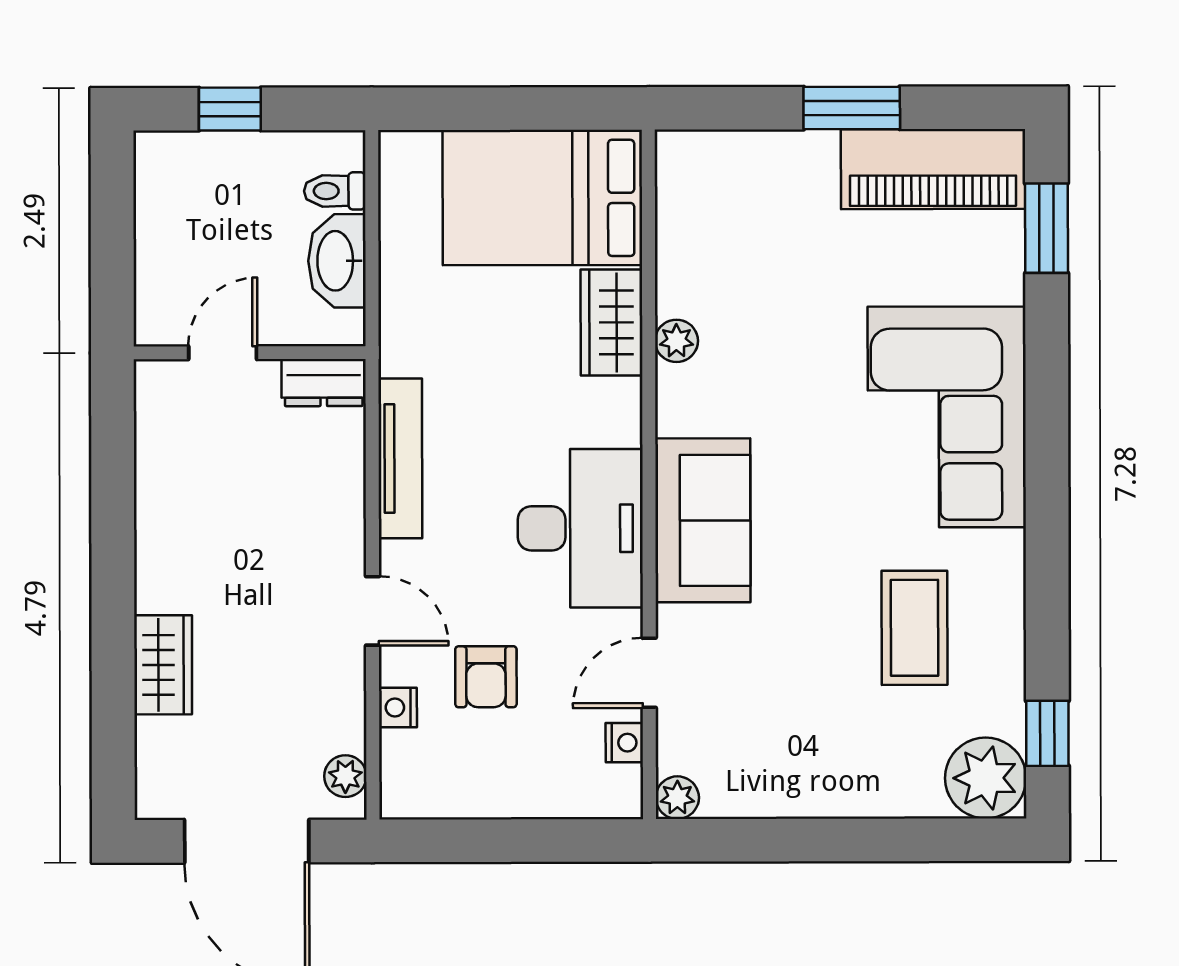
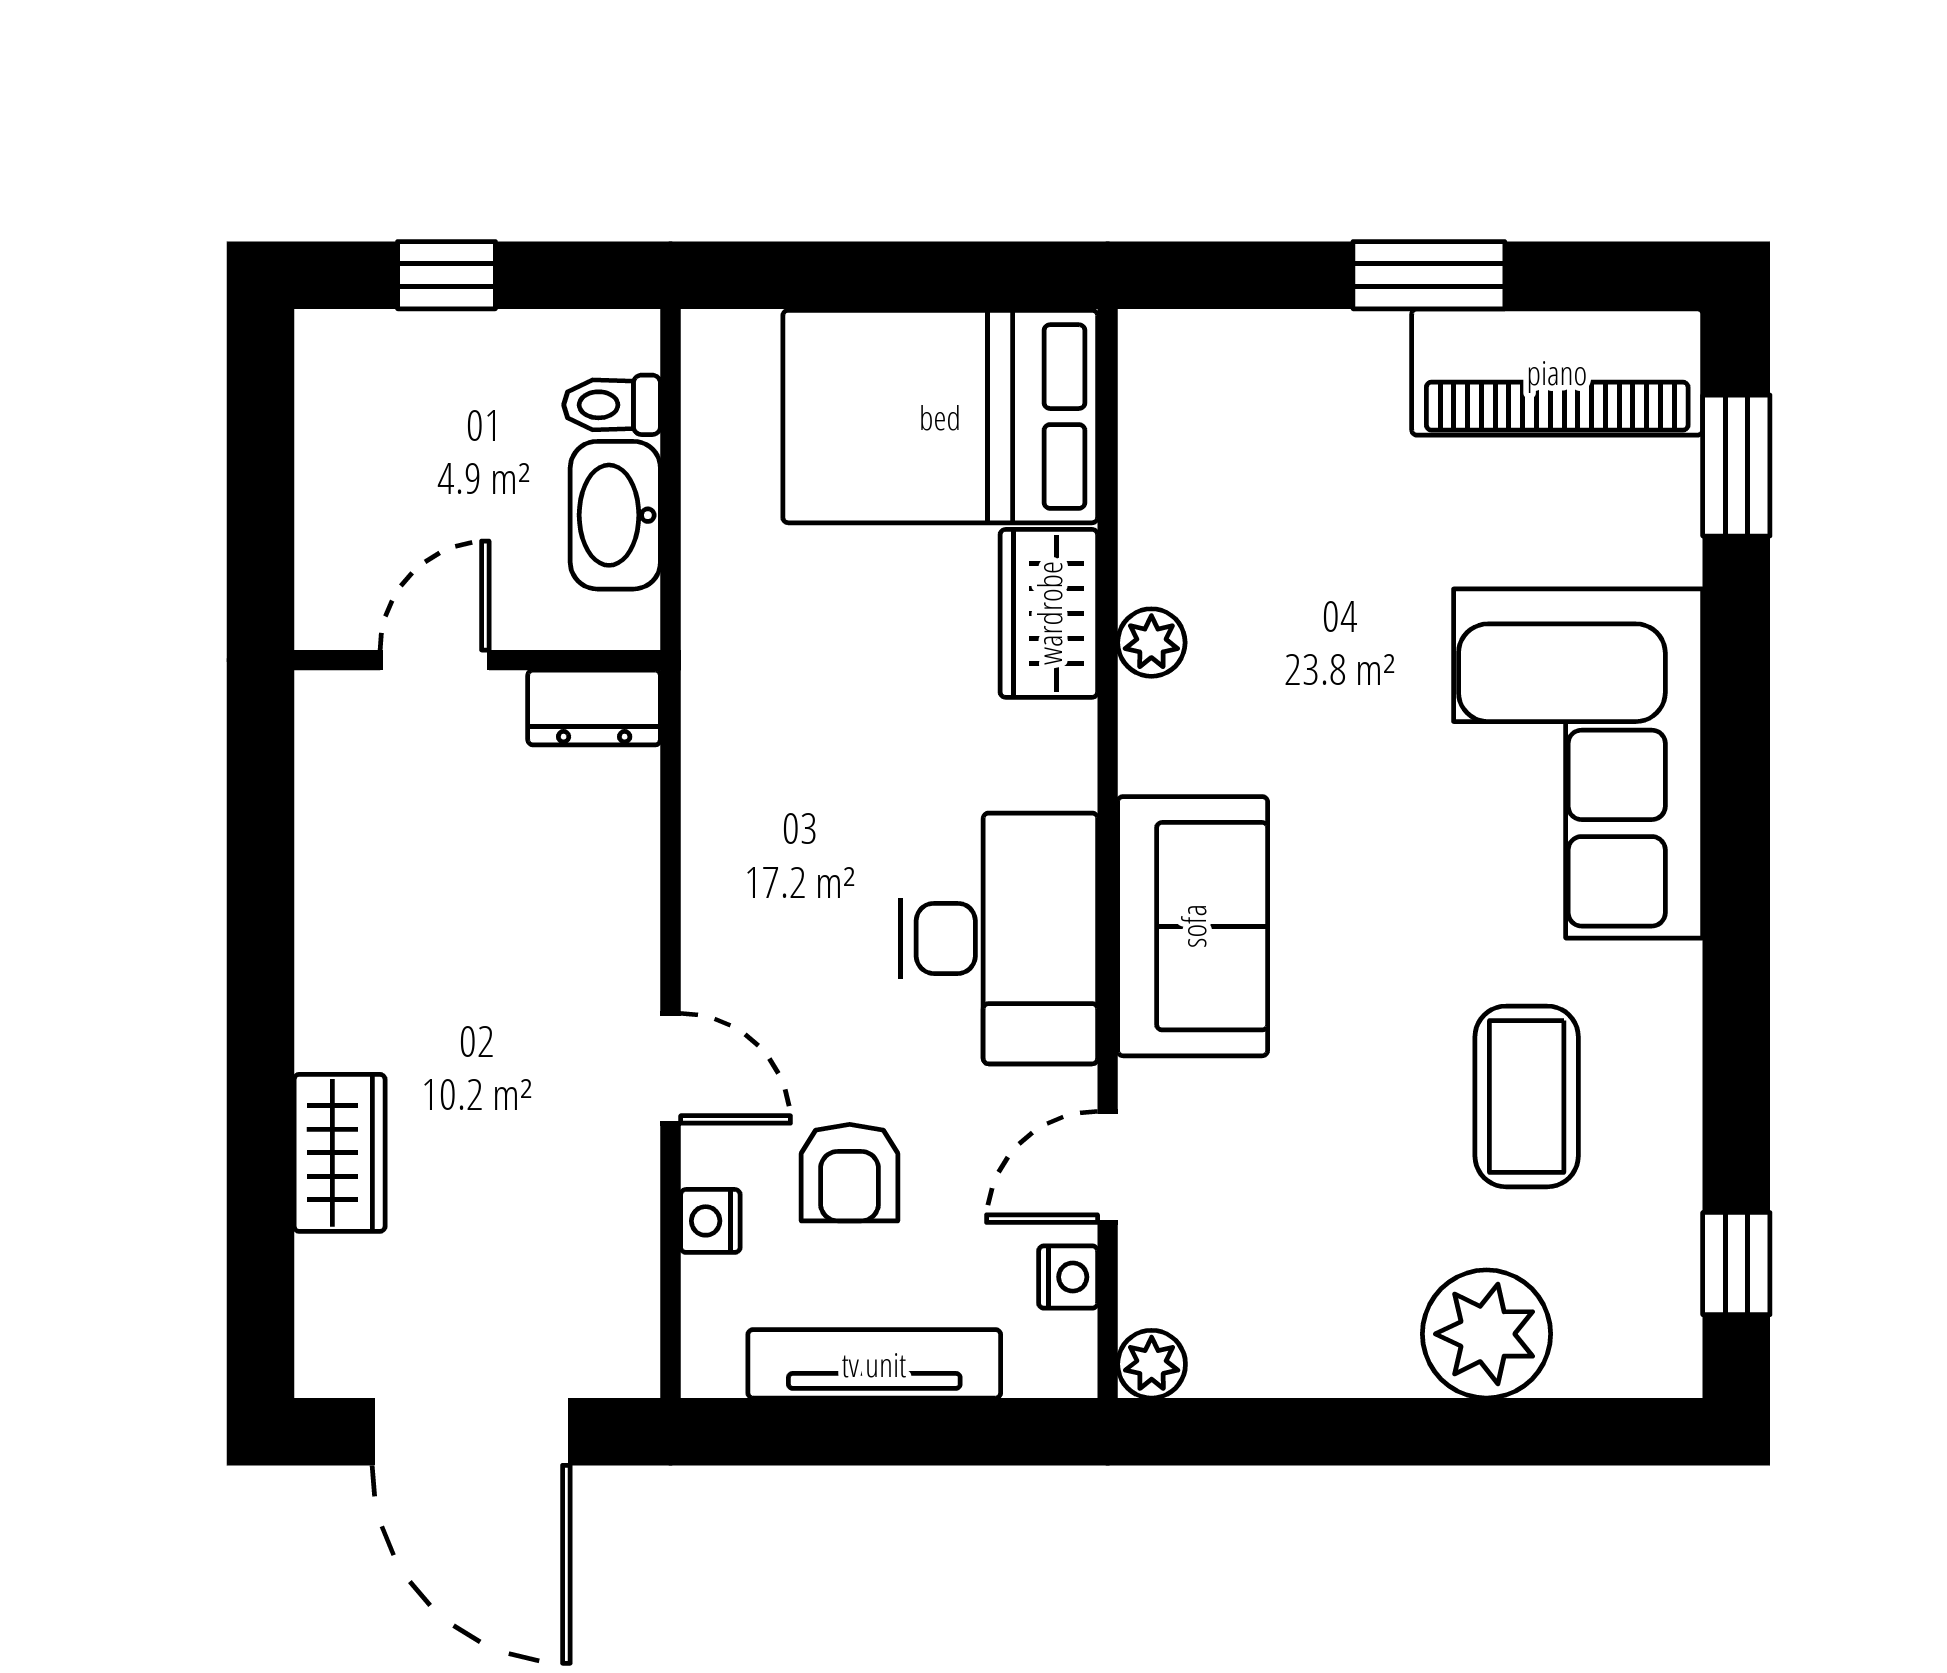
tv unit: (400, 458) -> (874, 1364), moved, turned -90
plant: (345, 776) -> (627, 1329), removed
plant: (986, 778) -> (1486, 1334), moved

